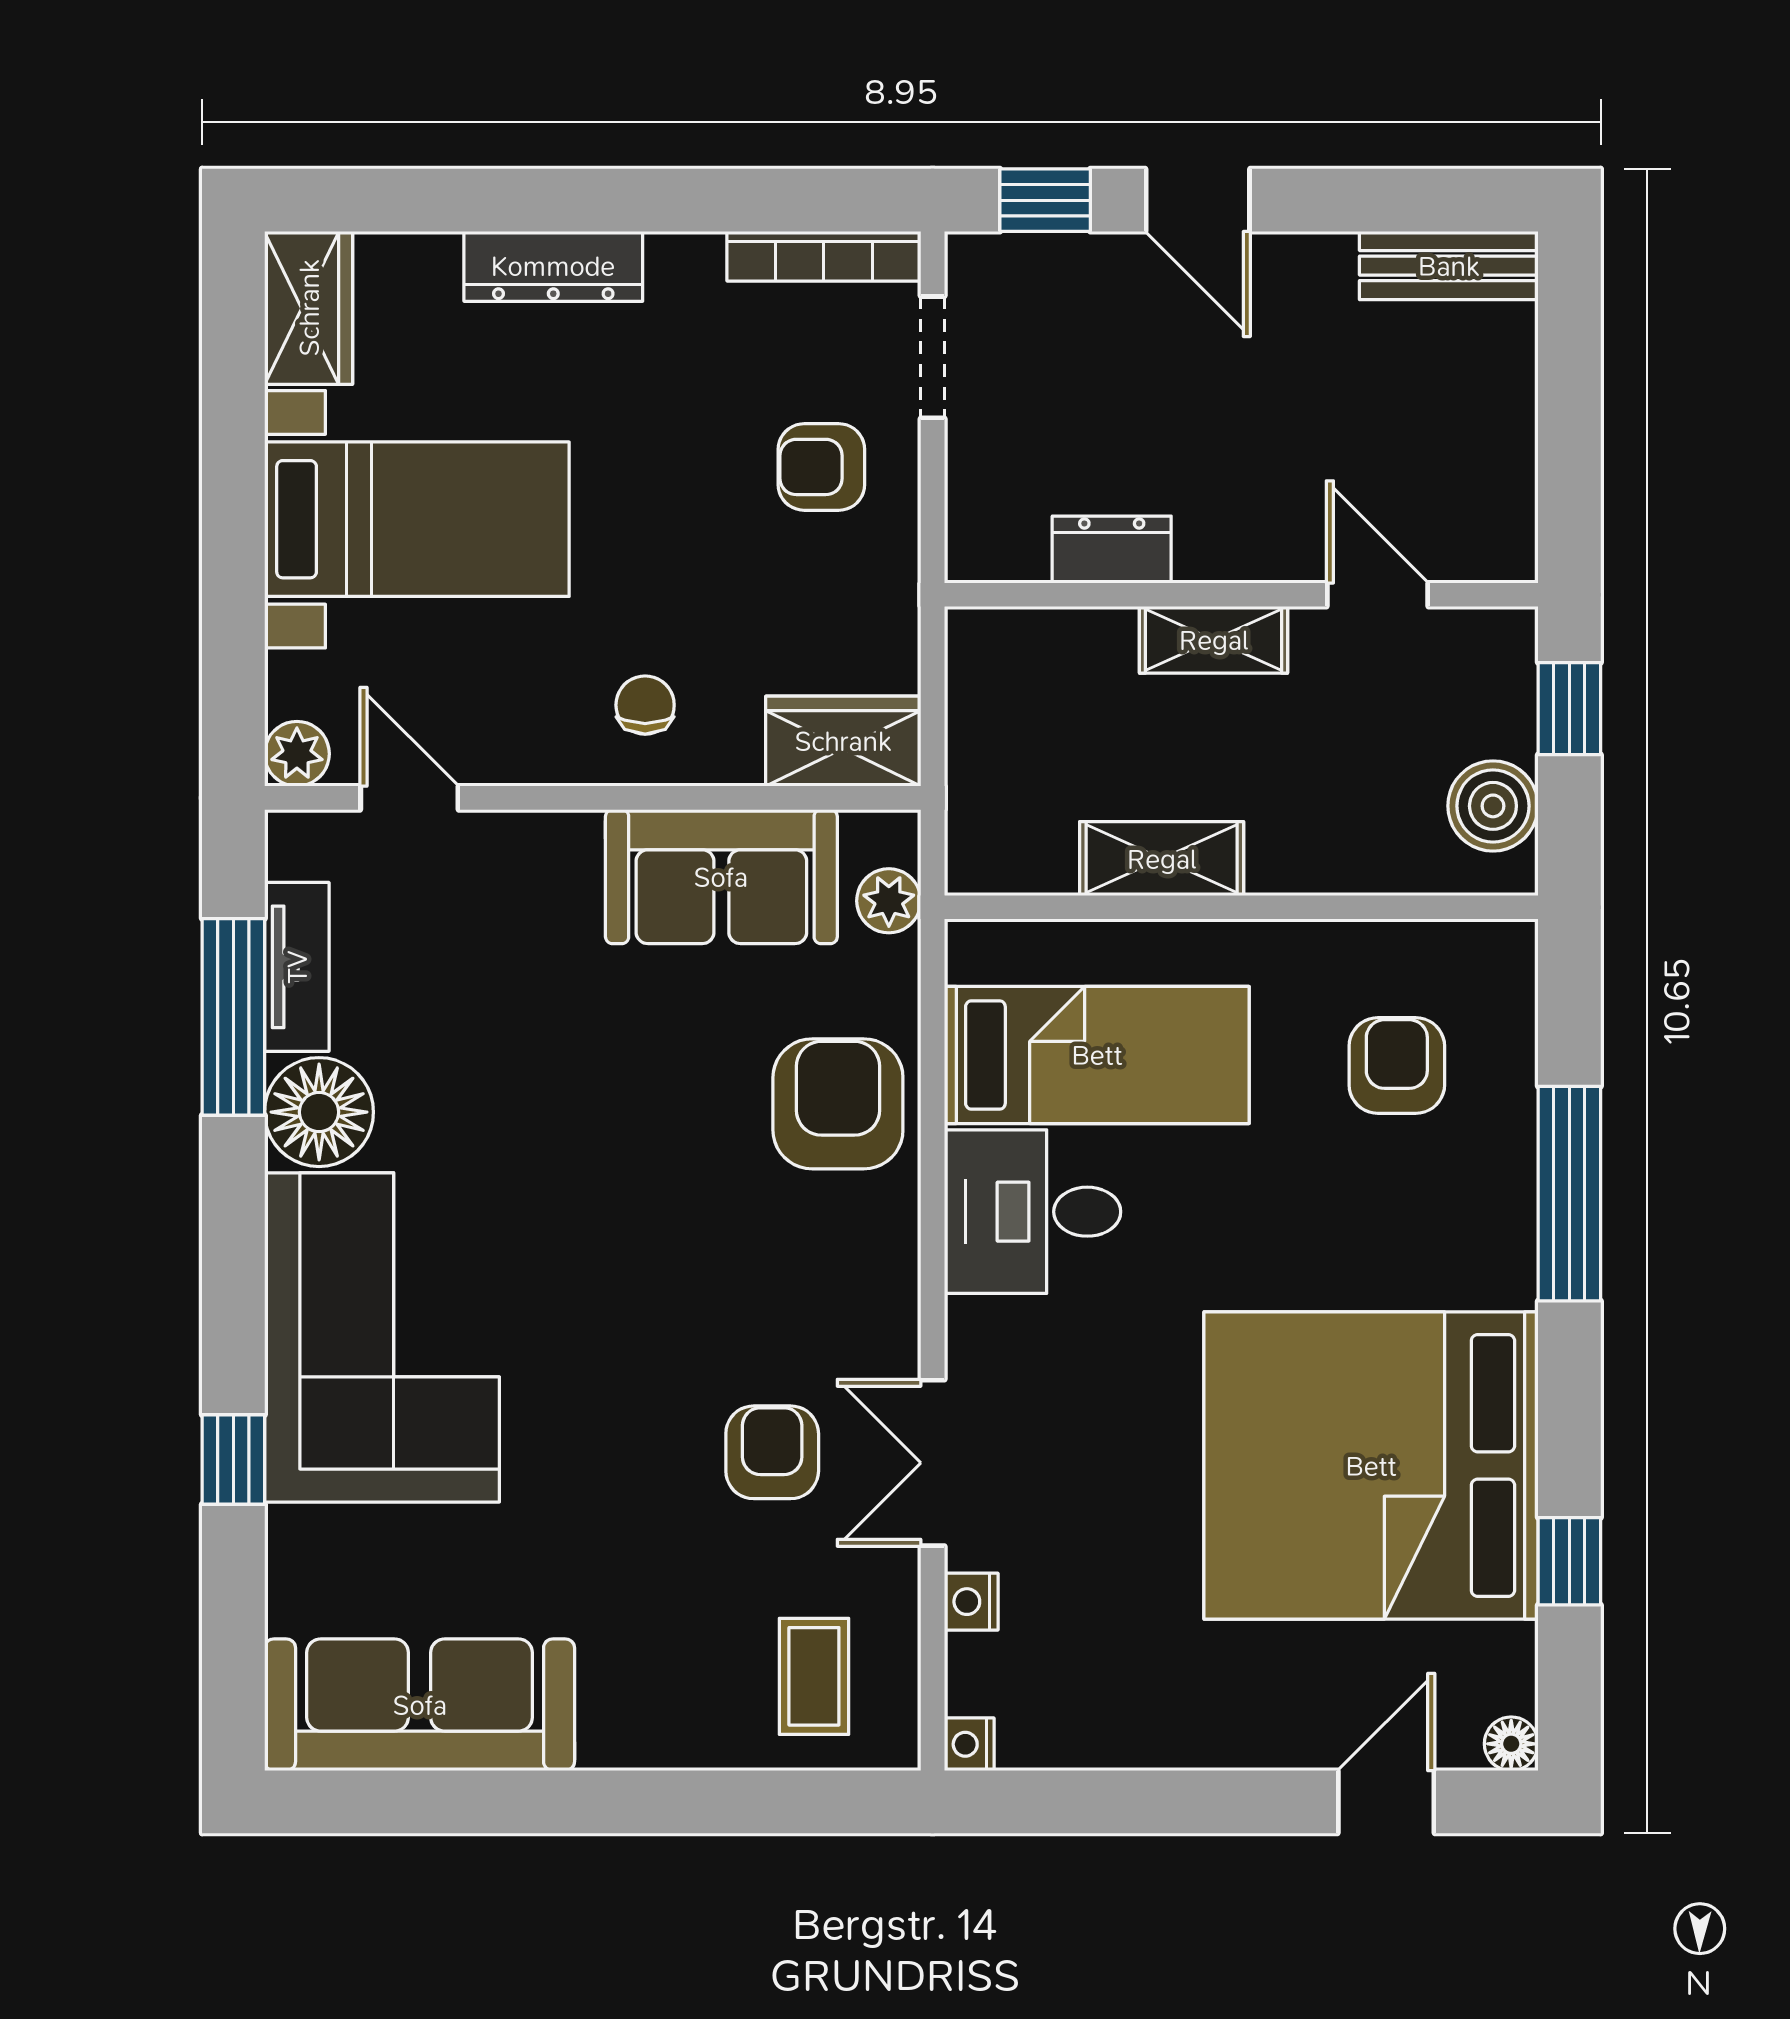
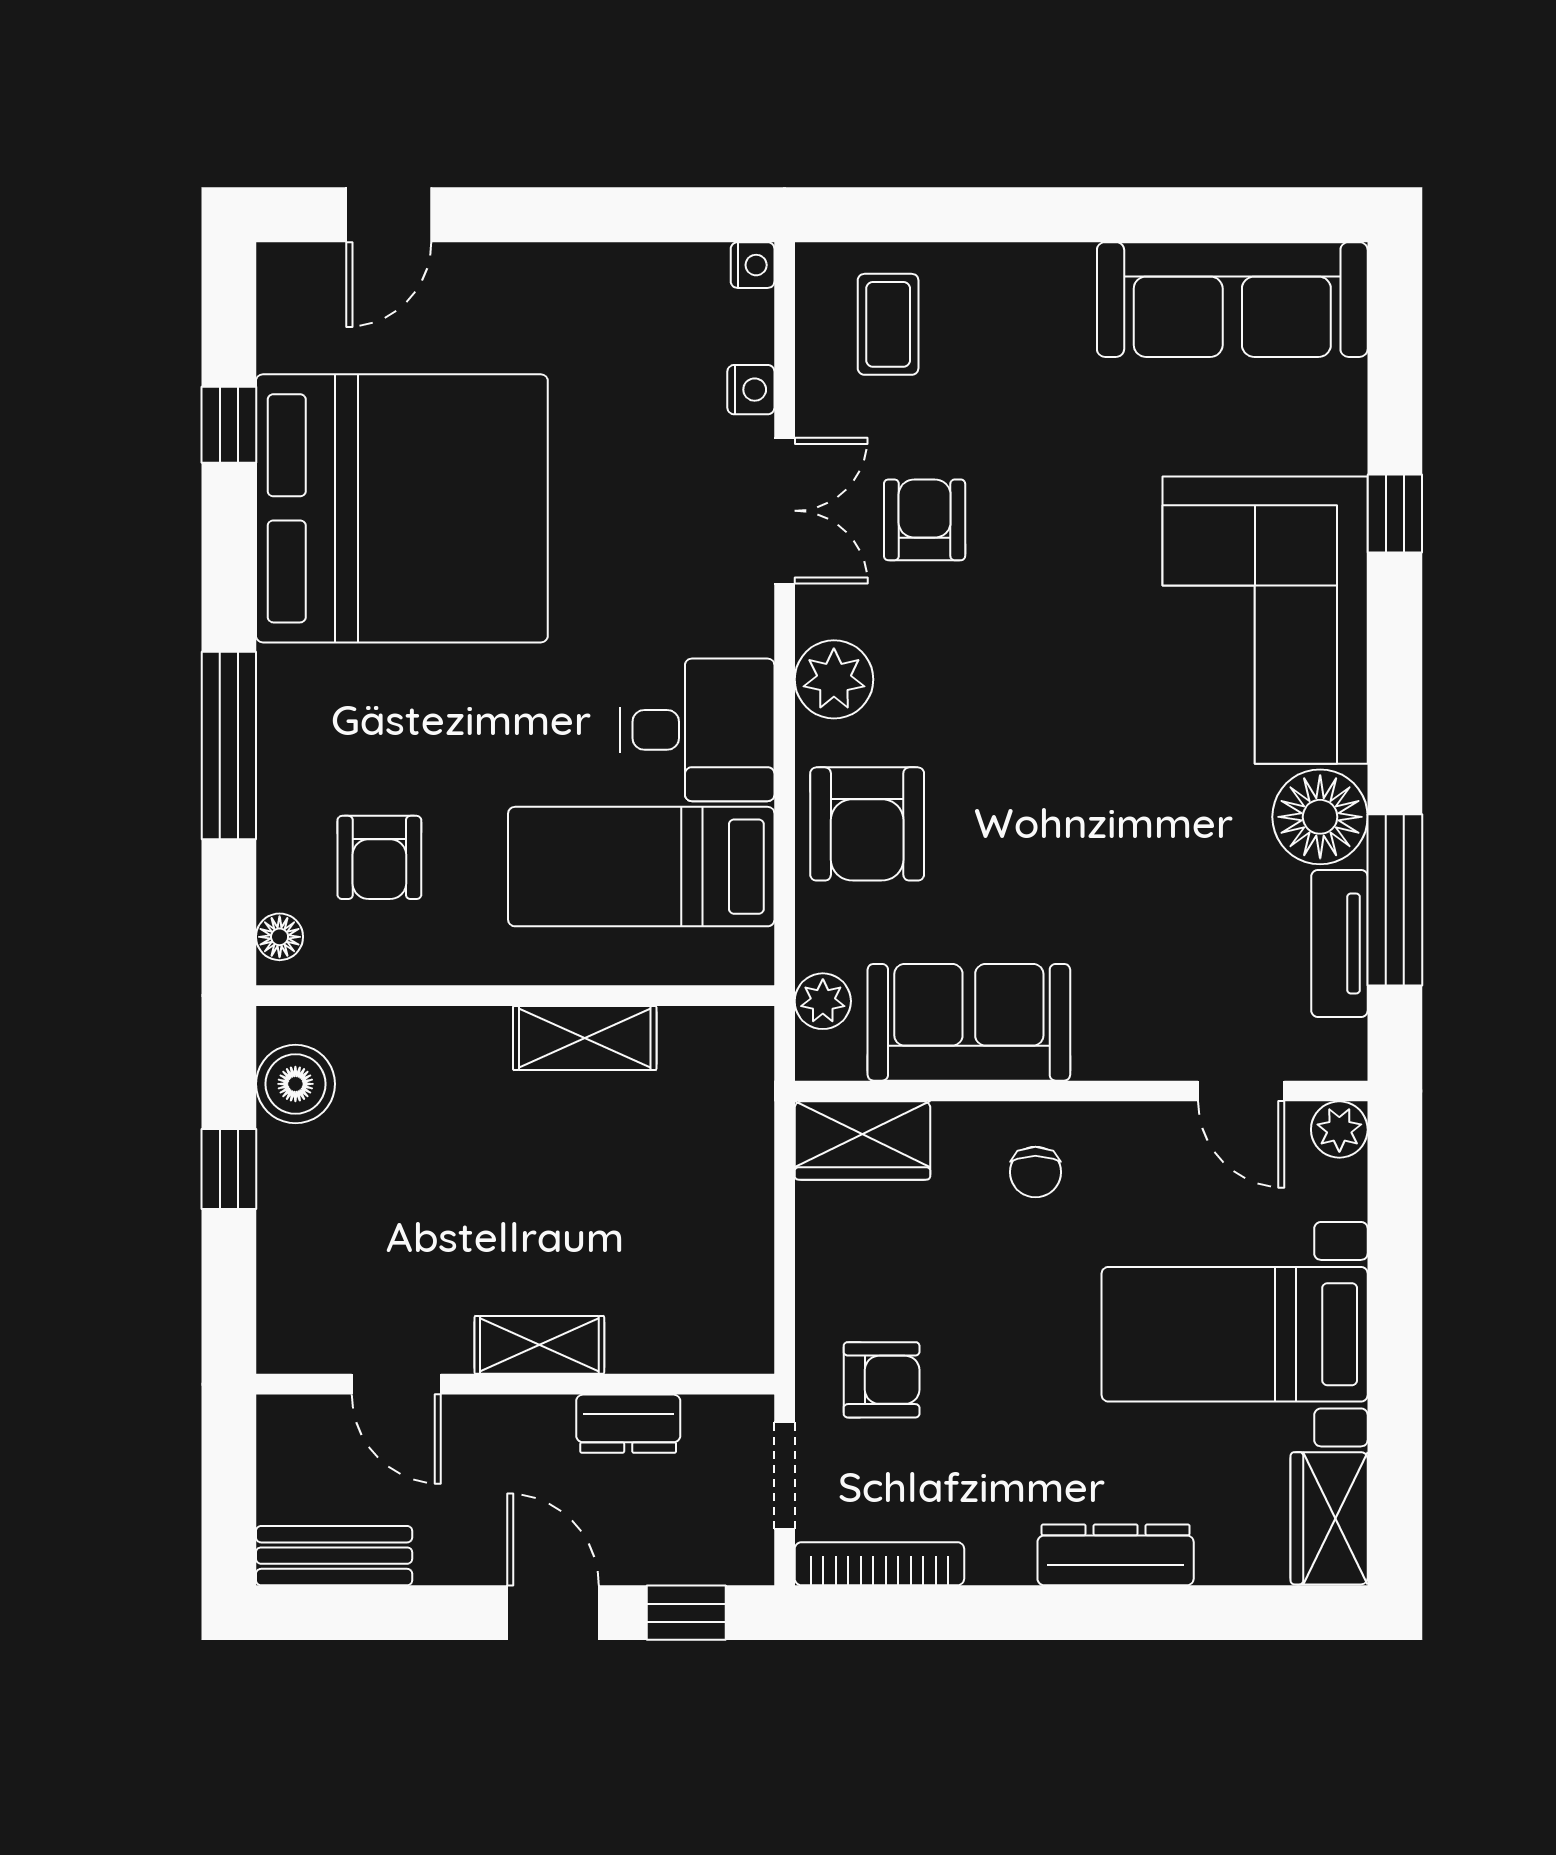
dresser: (1112, 550) -> (628, 1424), moved
wall: (1241, 595) -> (515, 1384), moved
door: (1377, 595) -> (396, 1384), moved
shelving: (1214, 640) -> (539, 1345), moved
plant: (876, 1269) -> (834, 679), added
armchair: (772, 1452) -> (925, 520), turned 180
floor lamp: (1511, 1744) -> (280, 937), moved

